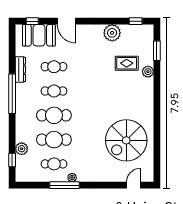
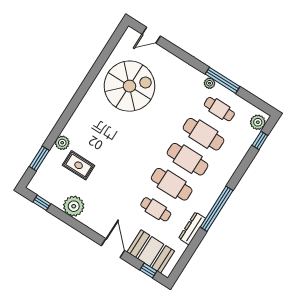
cafe table: (54, 91) -> (172, 184), width x1.37, depth x1.35
plant: (22, 149) -> (258, 122), moved

